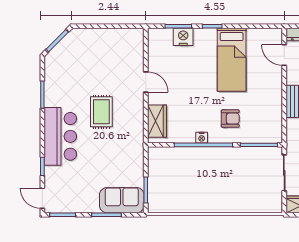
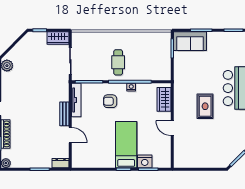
door: (284, 55) -> (70, 135), moved
bed: (232, 60) -> (126, 145), moved
tv unit: (276, 120) -> (76, 100), added
cafe table: (219, 171) -> (118, 62), added

